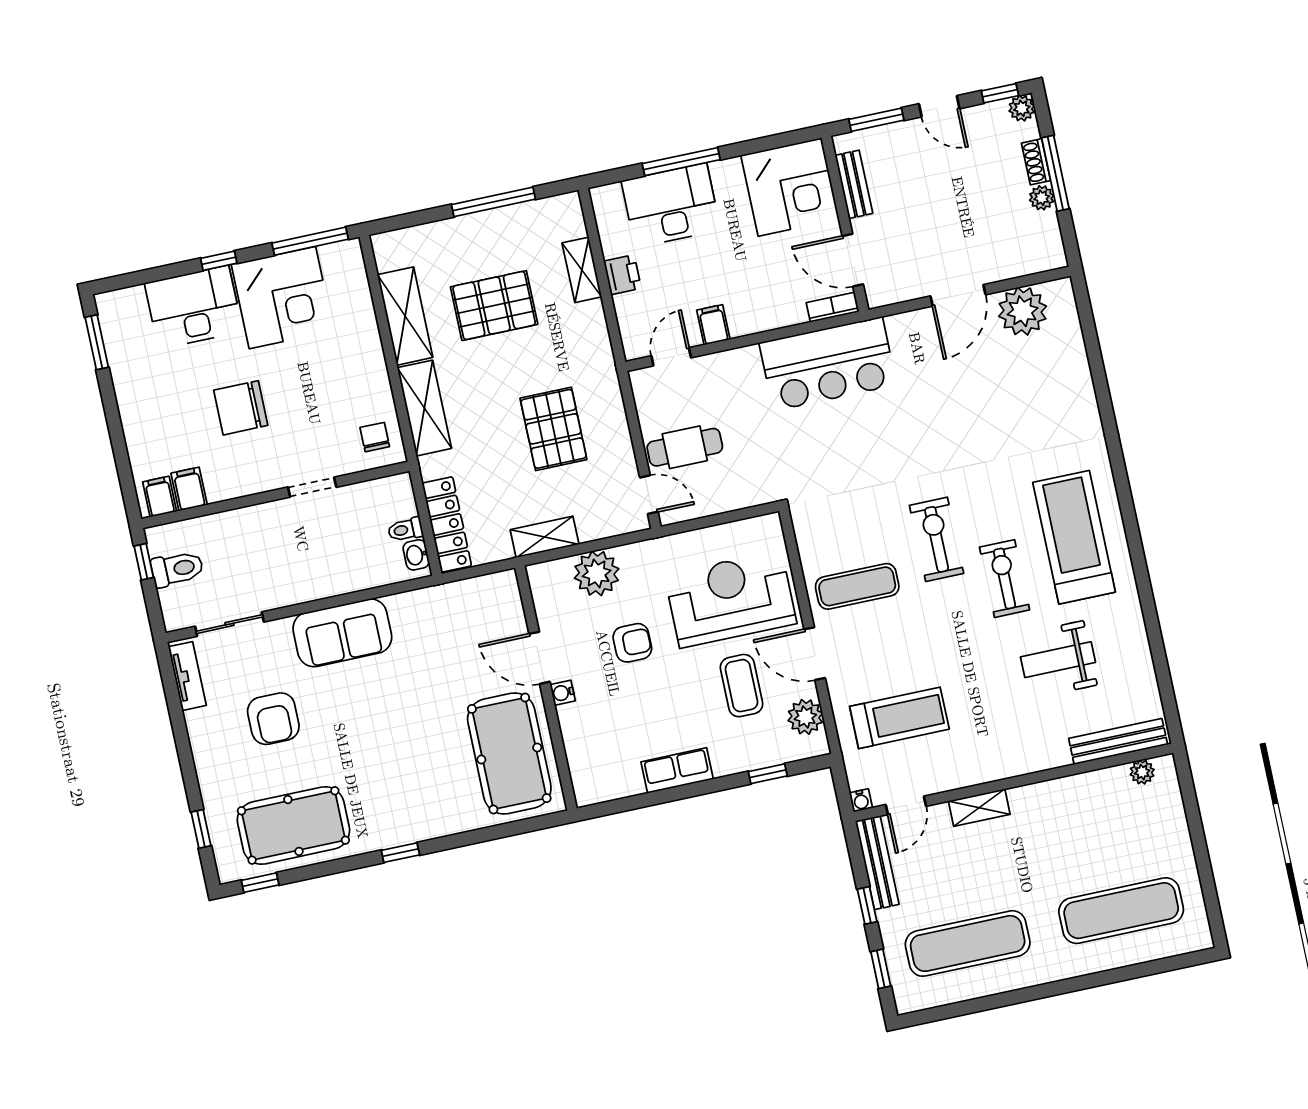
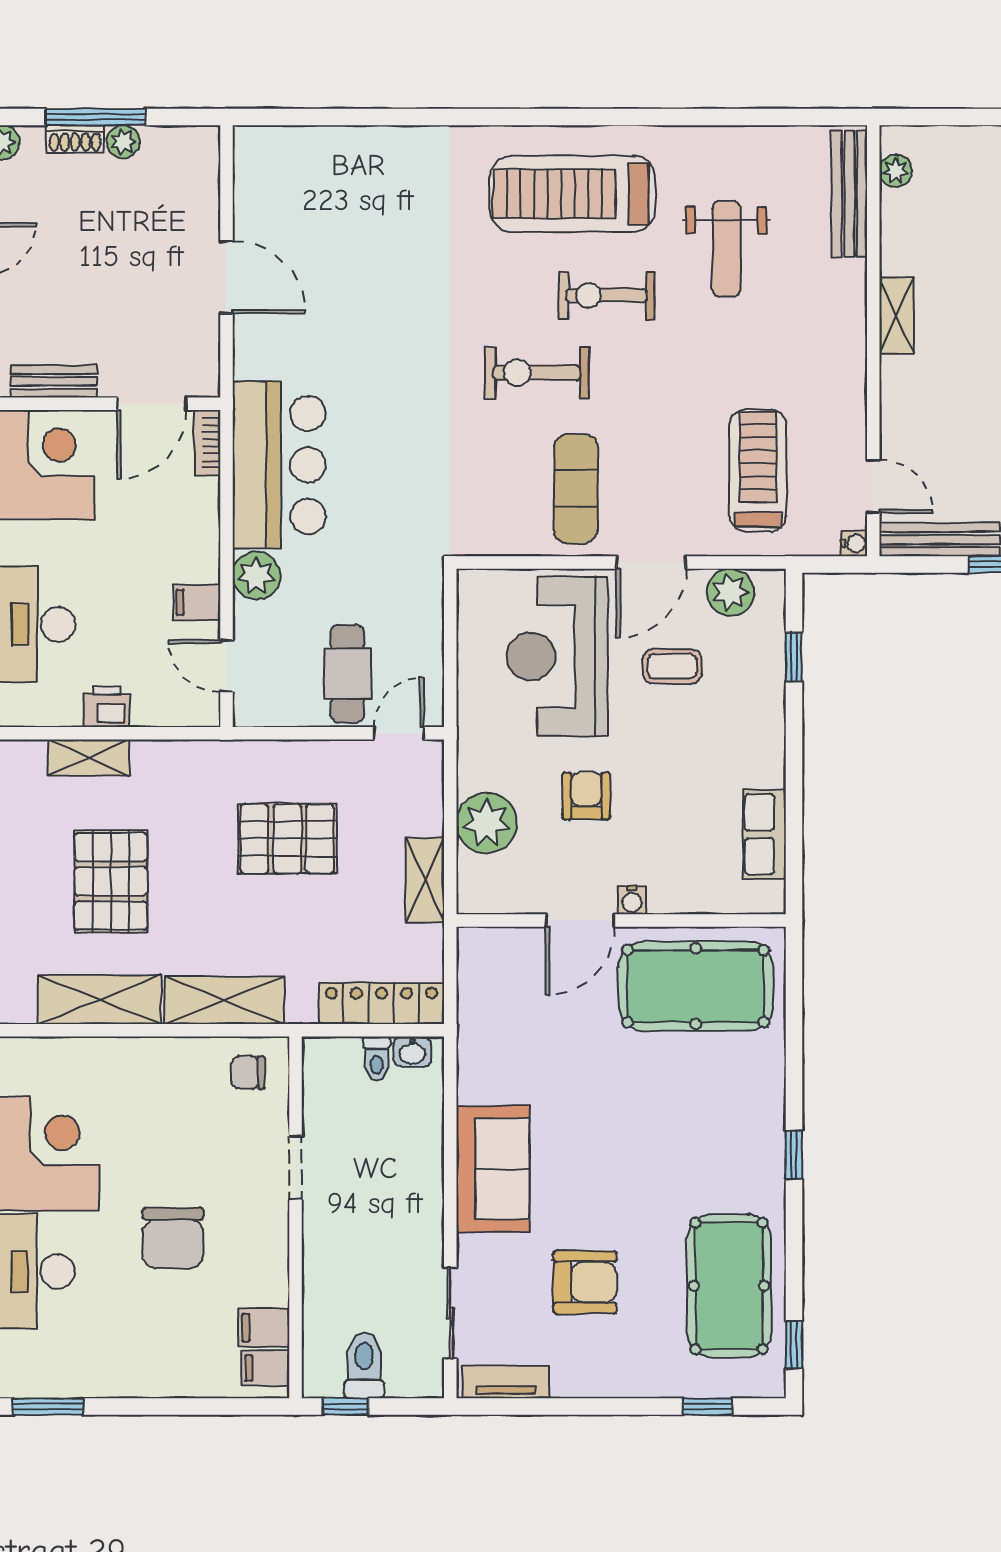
plant: (1023, 311) -> (256, 576), moved, width x0.73, depth x0.73
coffee table: (741, 686) -> (672, 666), width x0.73, depth x0.77
row of seats: (677, 771) -> (764, 834), moved
shelving: (979, 808) -> (897, 315), moved

